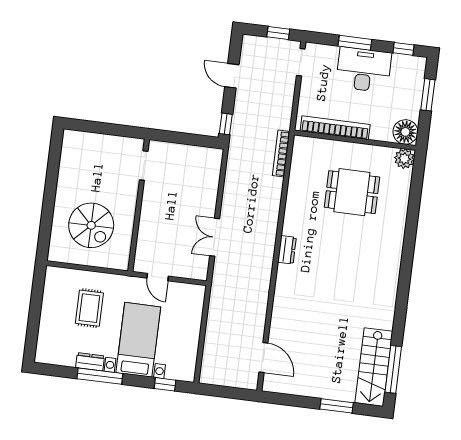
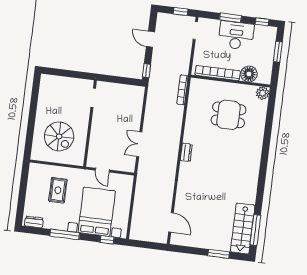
floor lamp: (405, 132) -> (249, 74), moved
bed with nightstands: (138, 340) -> (97, 212), width x1.36
dresser: (90, 362) -> (34, 222), moved

